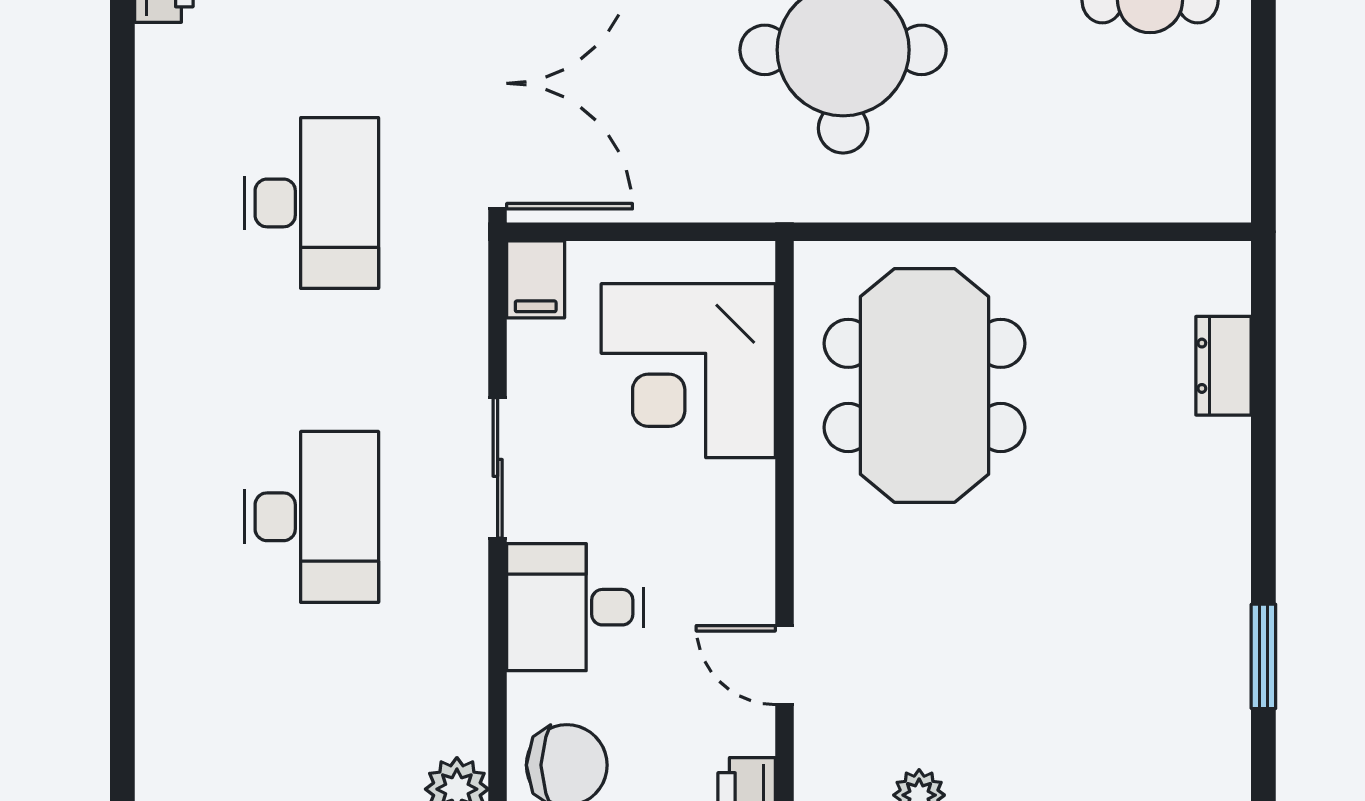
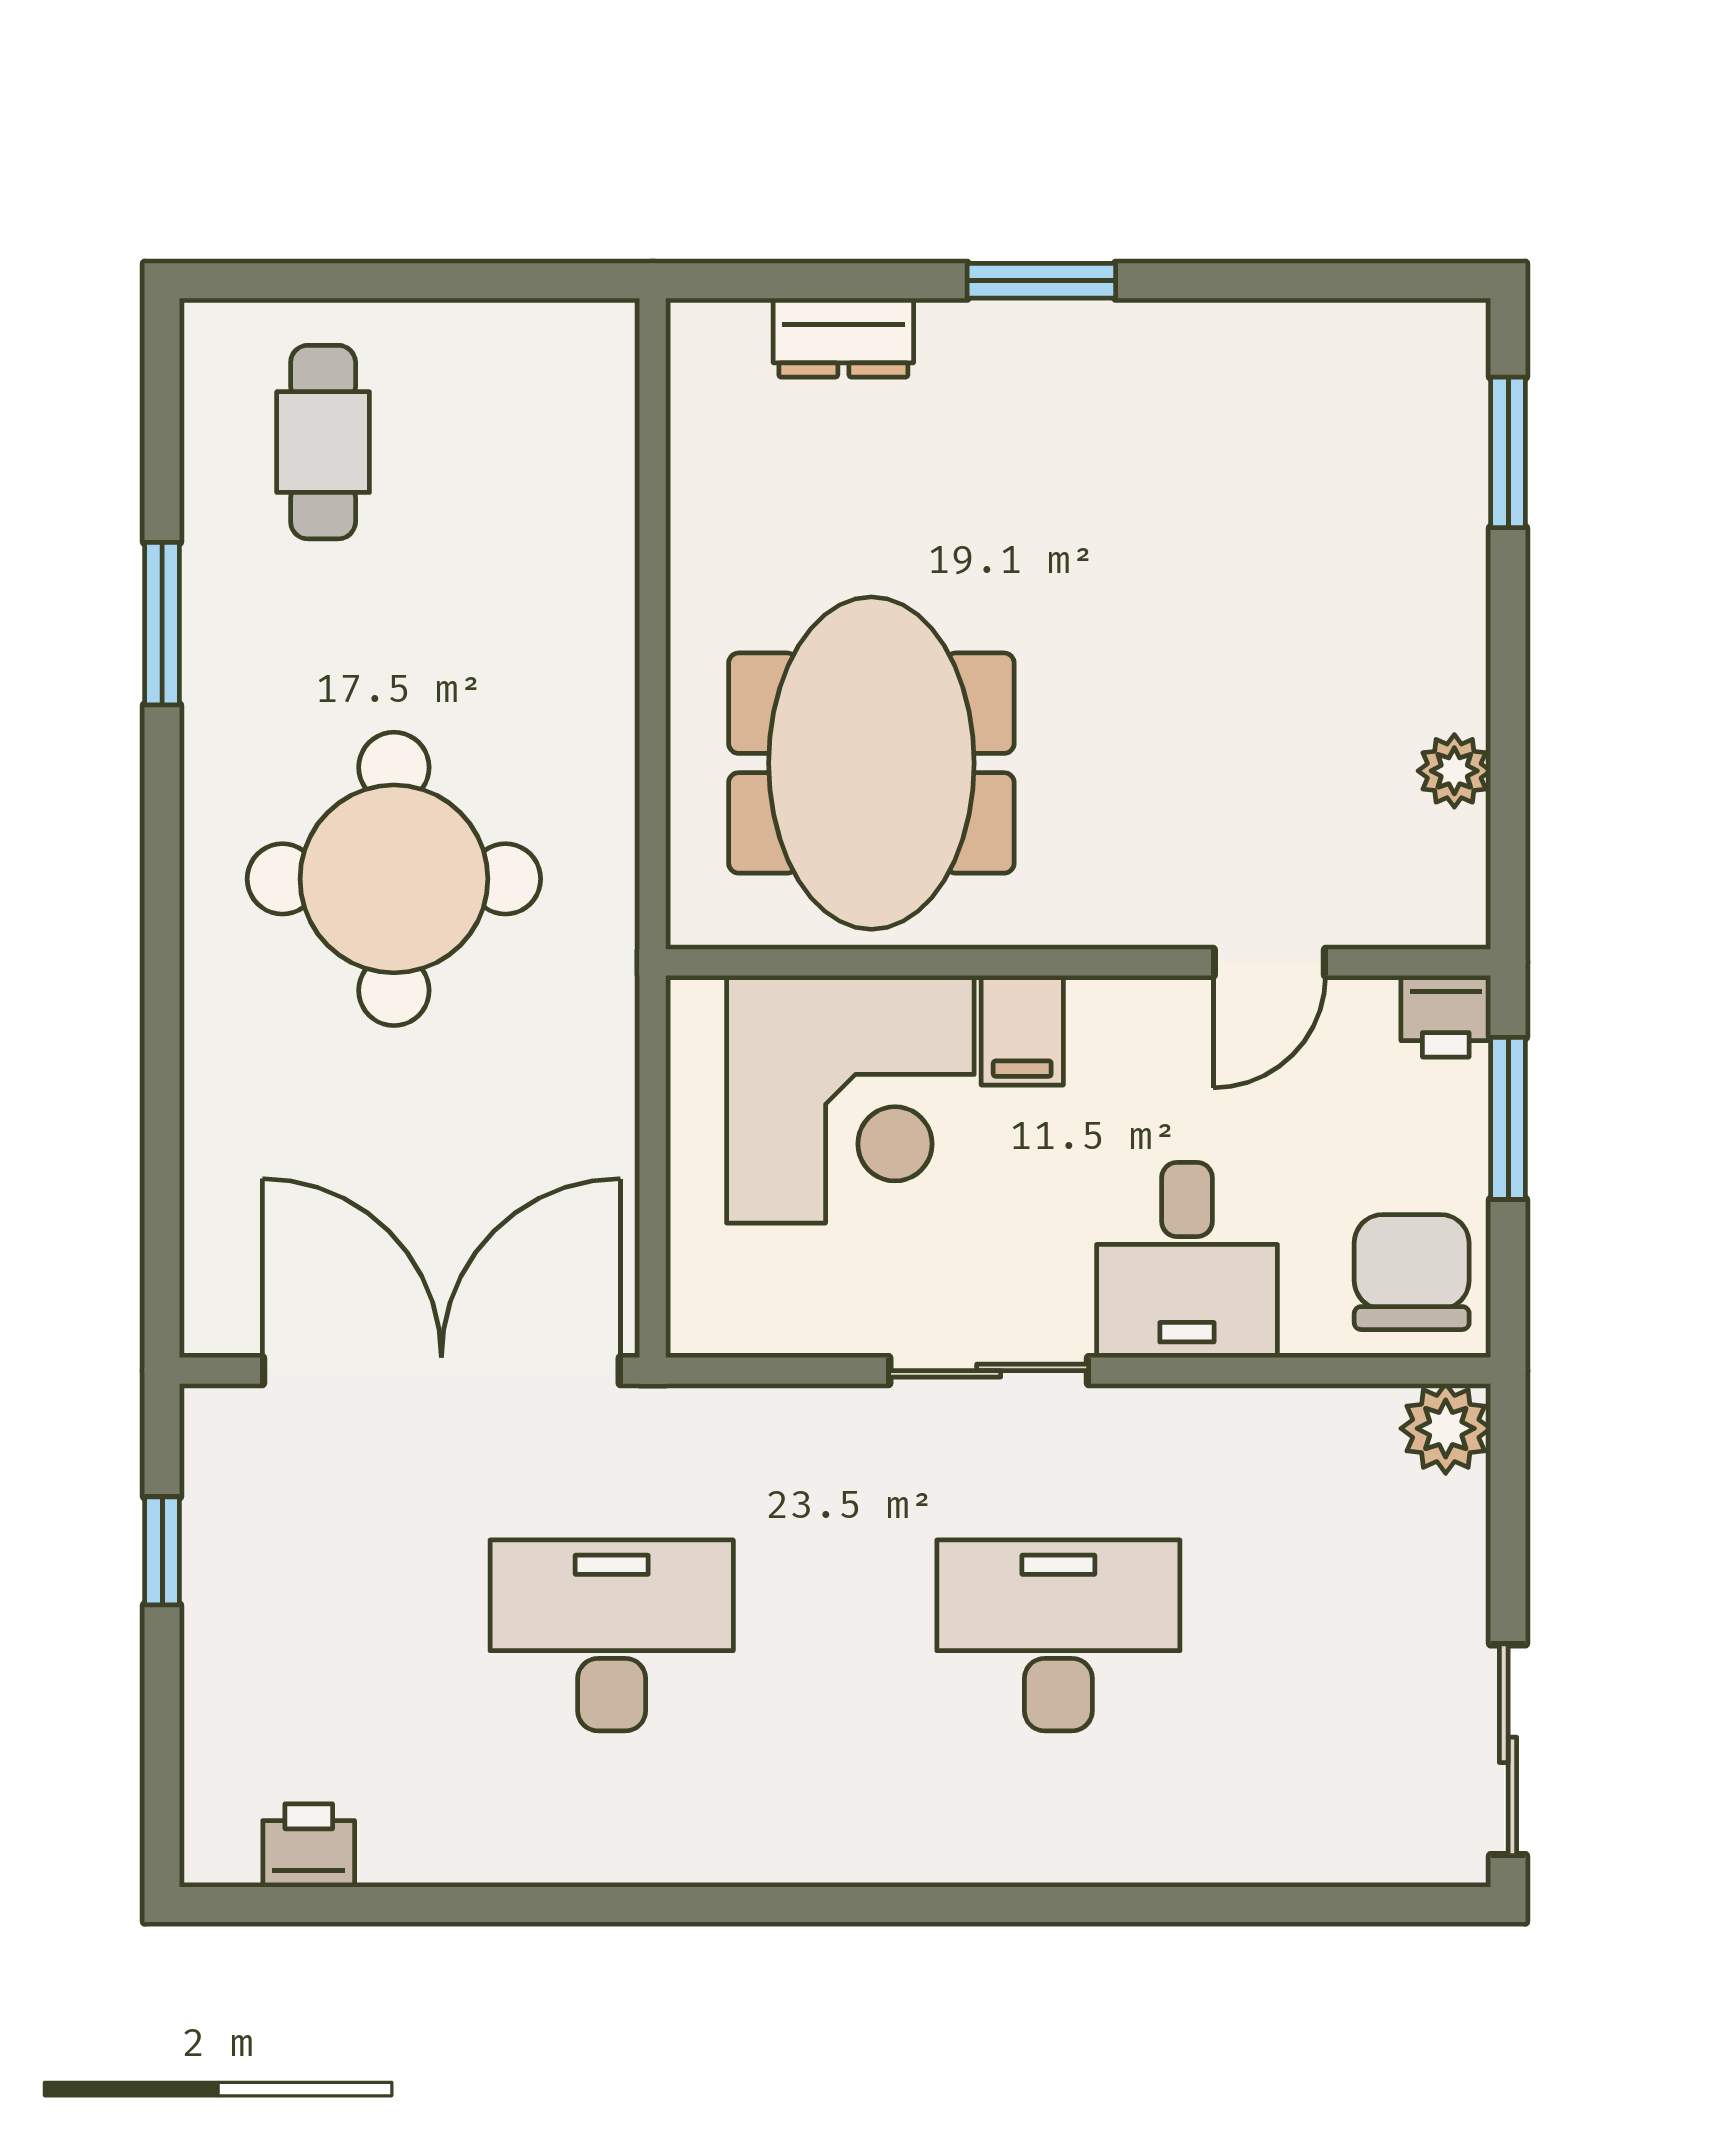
filing cabinet: (536, 279) -> (1022, 1030), moved, turned 90
meeting table: (924, 385) -> (871, 763), turned 90
window: (1263, 656) -> (1041, 281), moved

